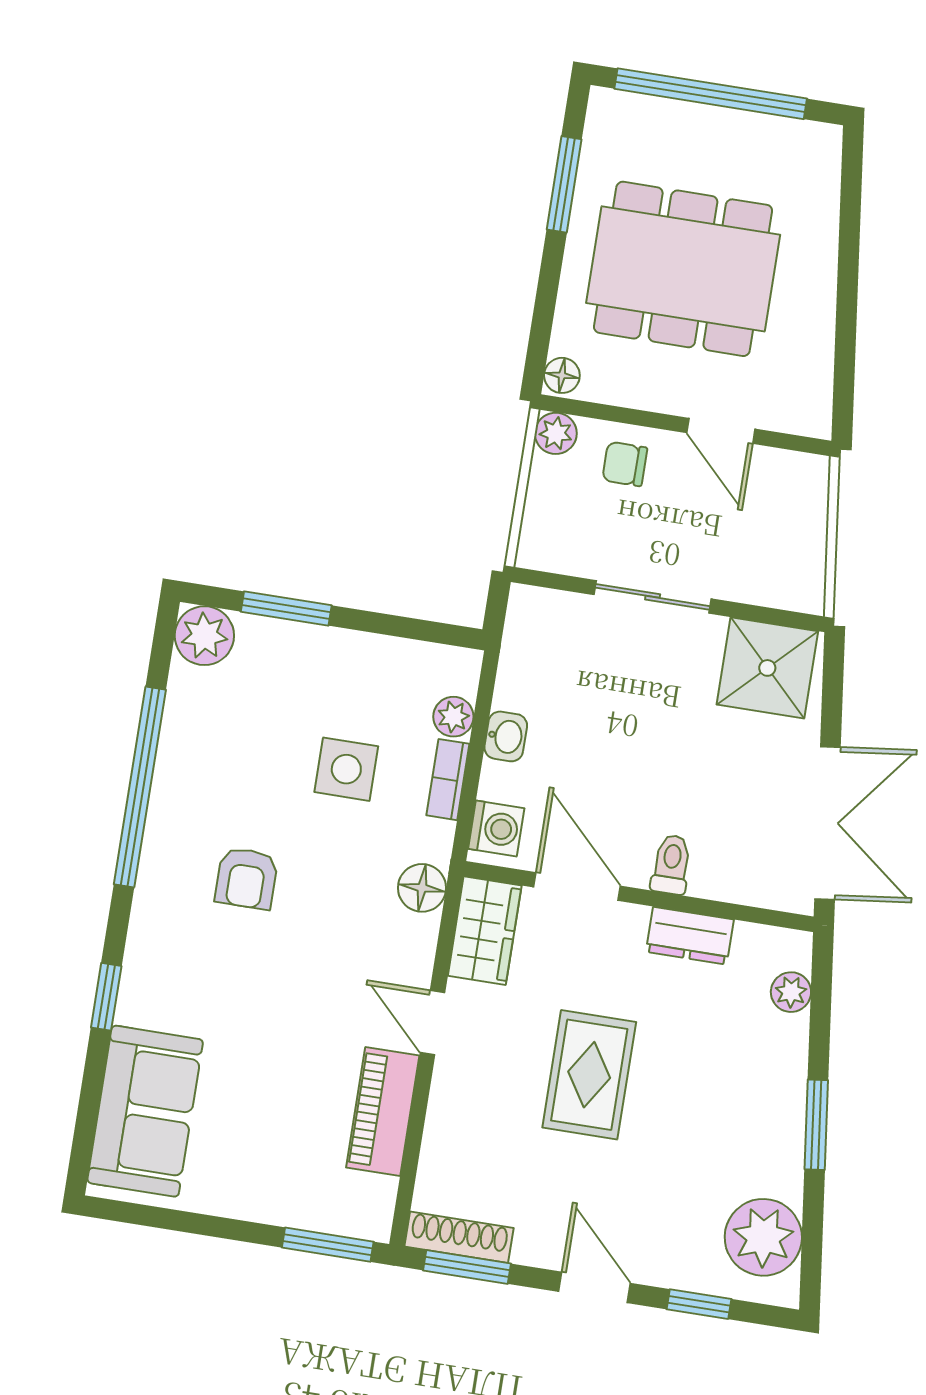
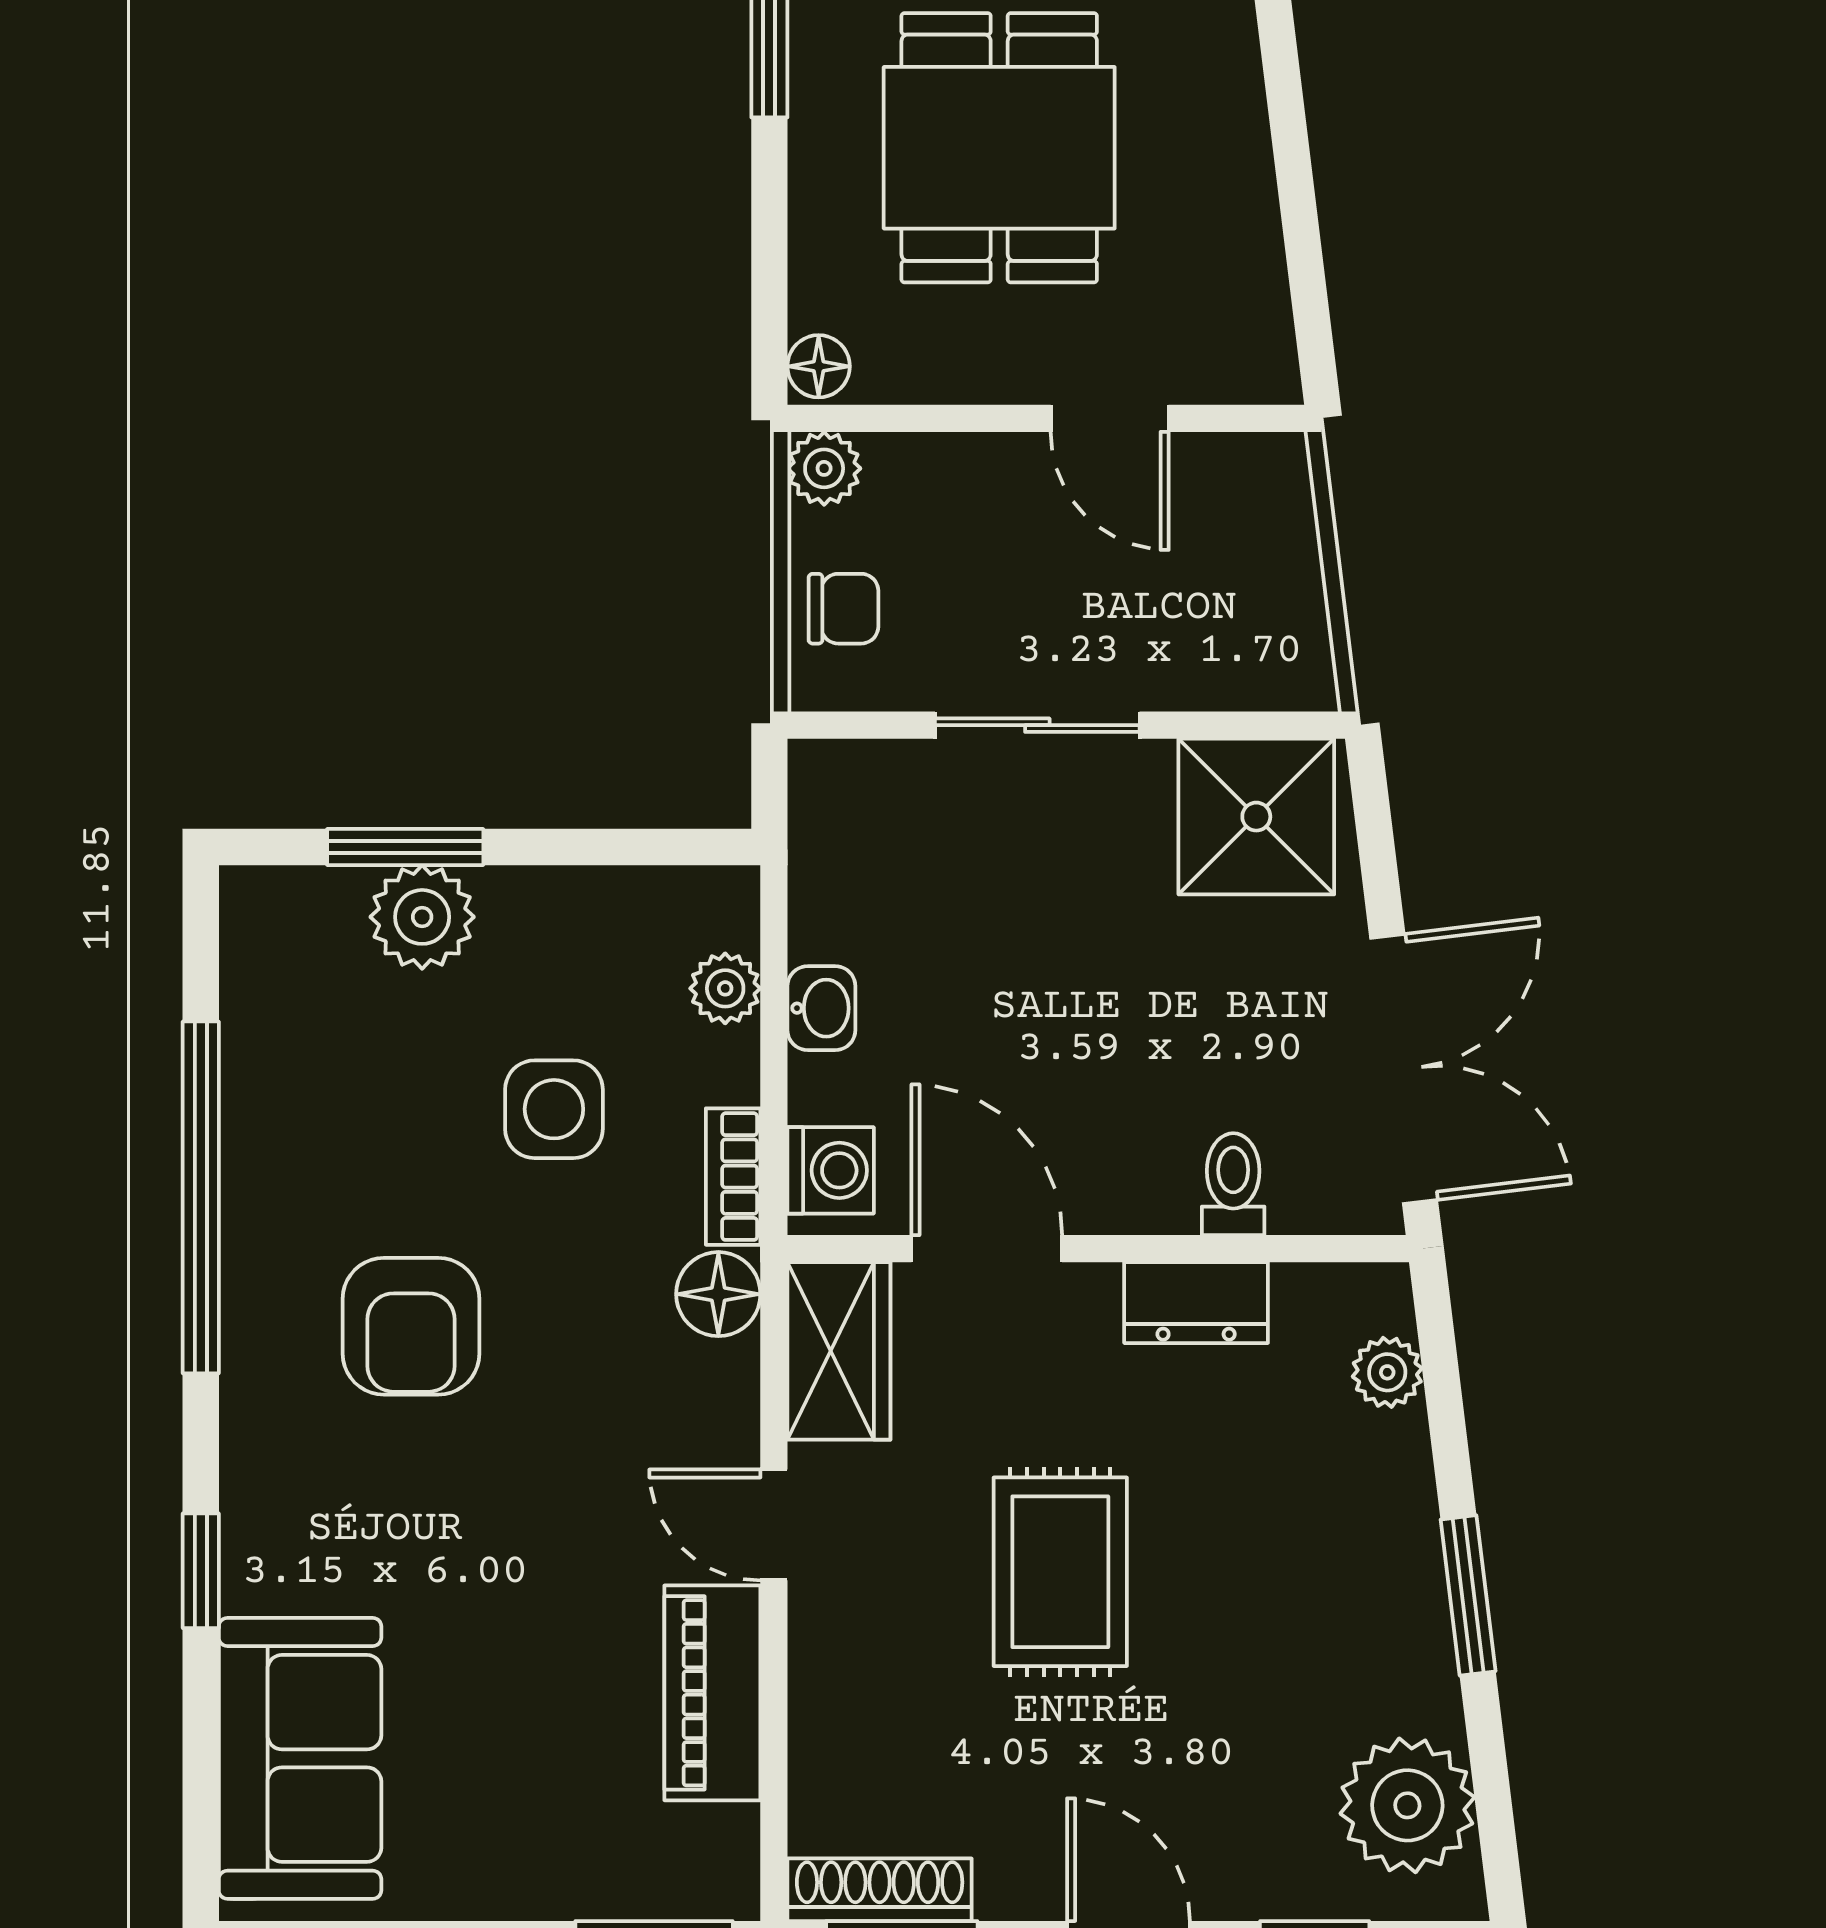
dining table: (683, 269) -> (999, 148), width x0.73
chair: (625, 464) -> (843, 609), moved, turned 180
plant: (204, 636) -> (422, 917), moved
bookcase: (448, 780) -> (733, 1177), moved
toilet: (671, 864) -> (1233, 1184), moved
armchair: (246, 878) -> (411, 1326), width x1.38, depth x1.38

